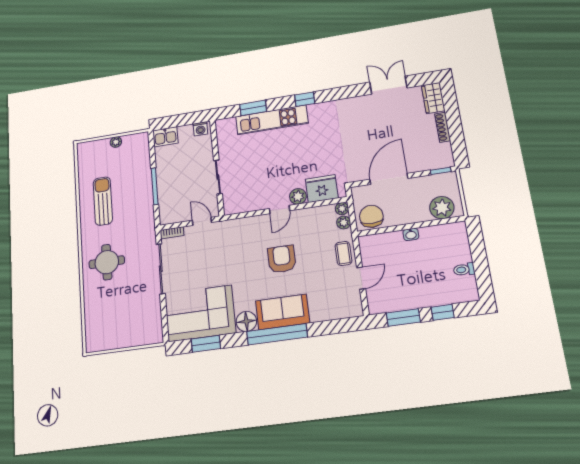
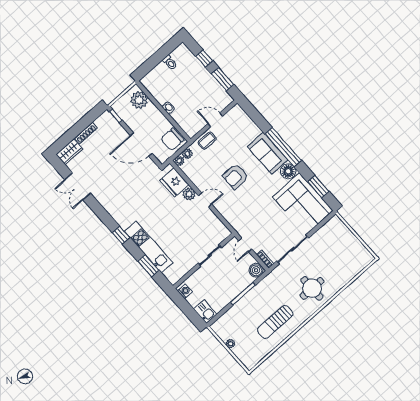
boiler: (168, 216) -> (256, 270), added

